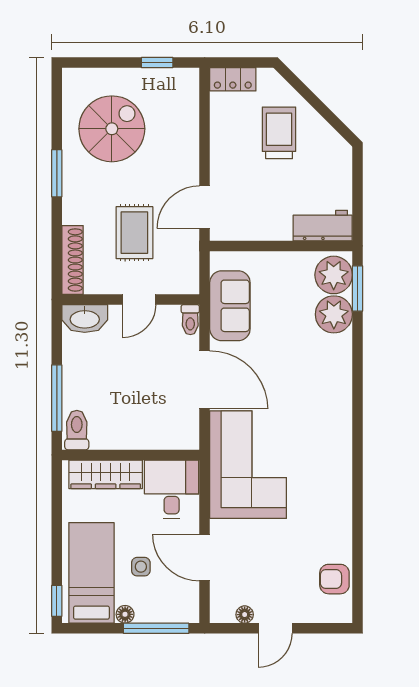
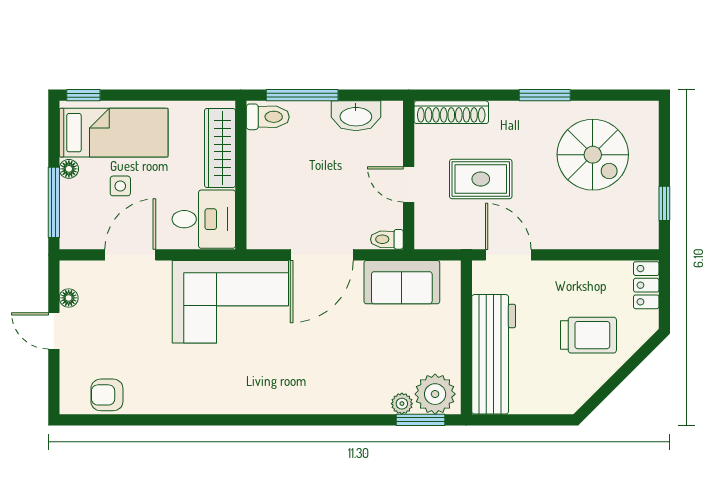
workbench: (323, 226) -> (494, 354), width x1.88, depth x1.32
plant: (334, 314) -> (402, 404), width x0.53, depth x0.53
washbasin: (85, 319) -> (356, 116), moved, turned -90
armchair: (334, 579) -> (107, 395), turned -90

